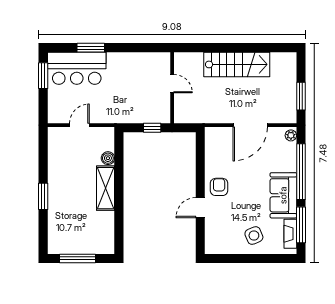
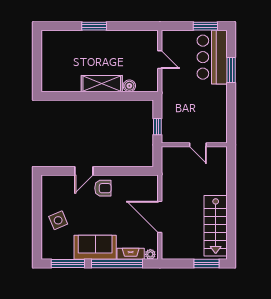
stairs: (237, 64) -> (216, 226), moved
door: (172, 84) -> (198, 145), hinge flipped
window: (301, 96) -> (206, 264), moved
door: (200, 208) -> (84, 171), swing flipped
fireplace: (290, 234) -> (131, 254), moved
window: (78, 258) -> (37, 58), removed

